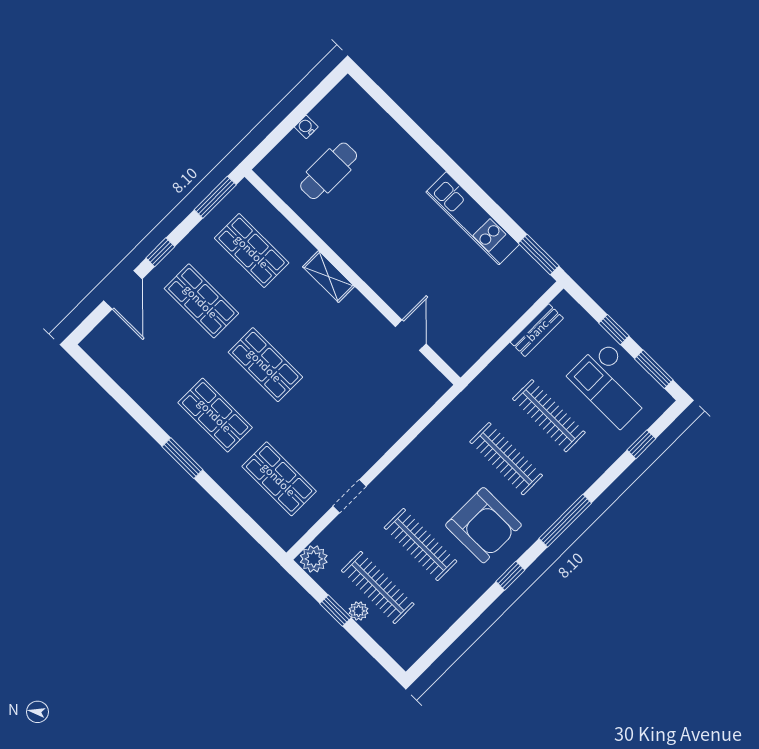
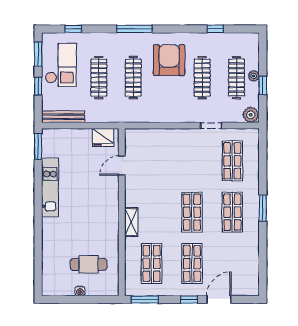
bench: (537, 330) -> (64, 117), width x1.36
fridge: (469, 346) -> (103, 138), added
window: (510, 576) -> (215, 29), moved

